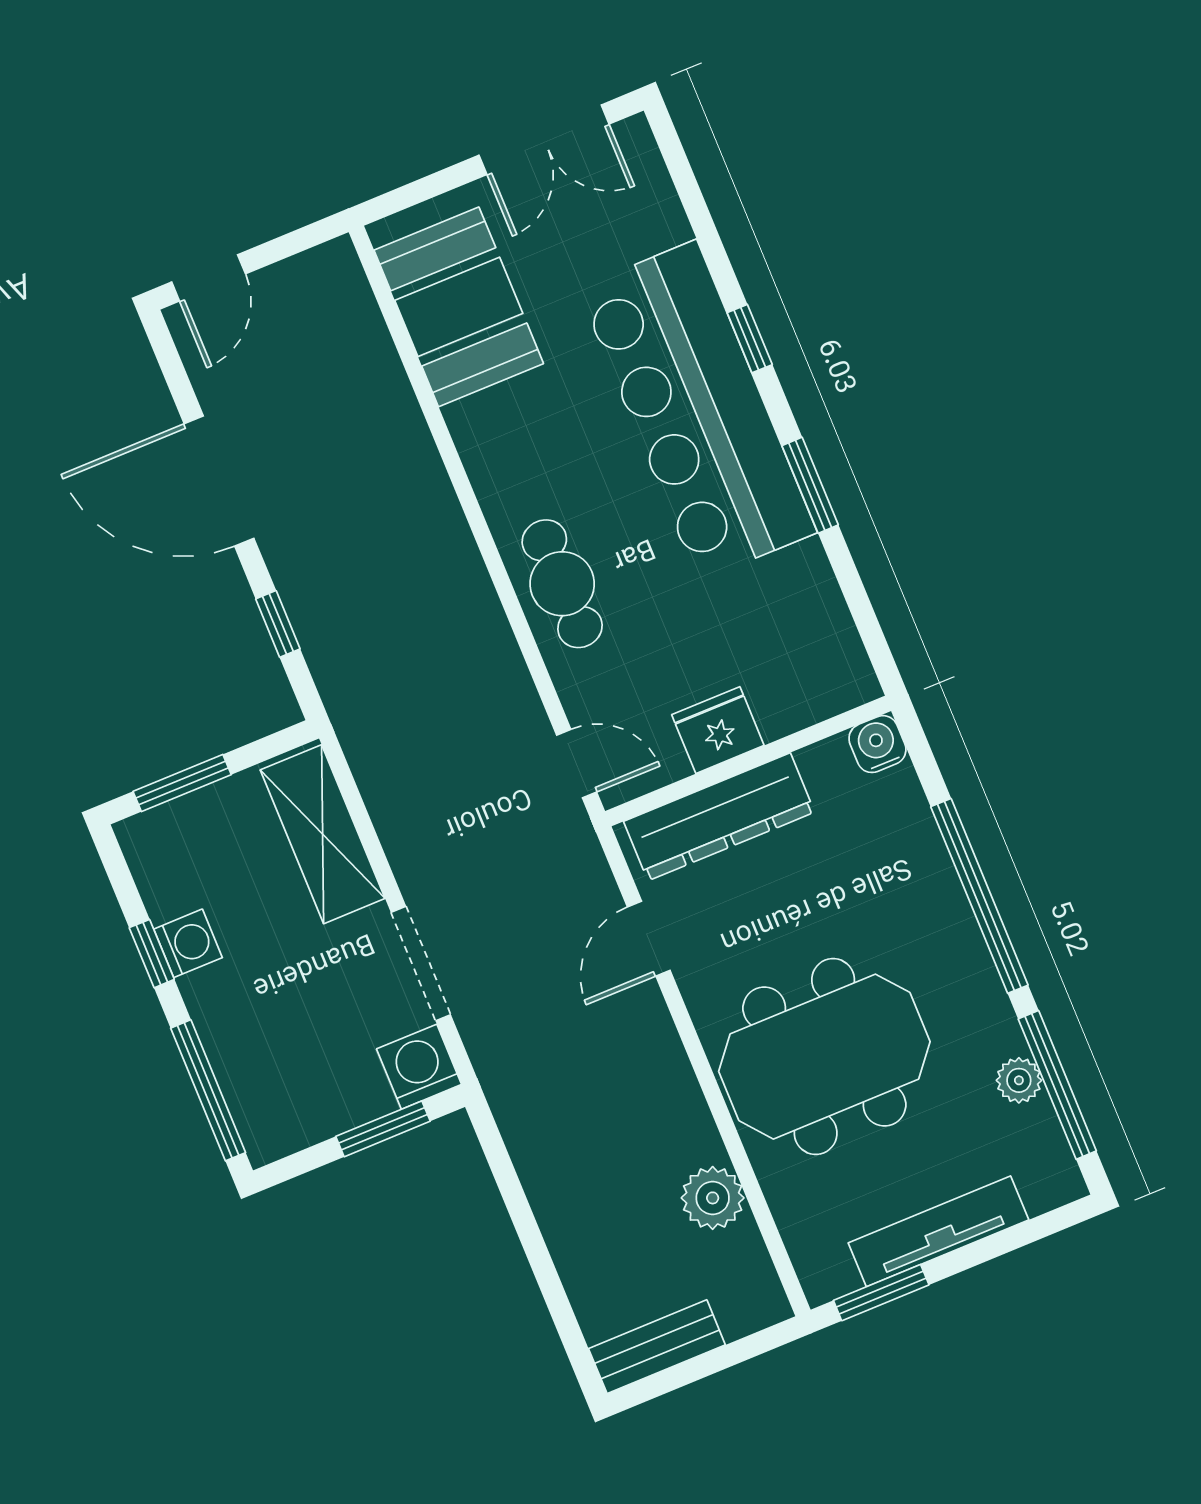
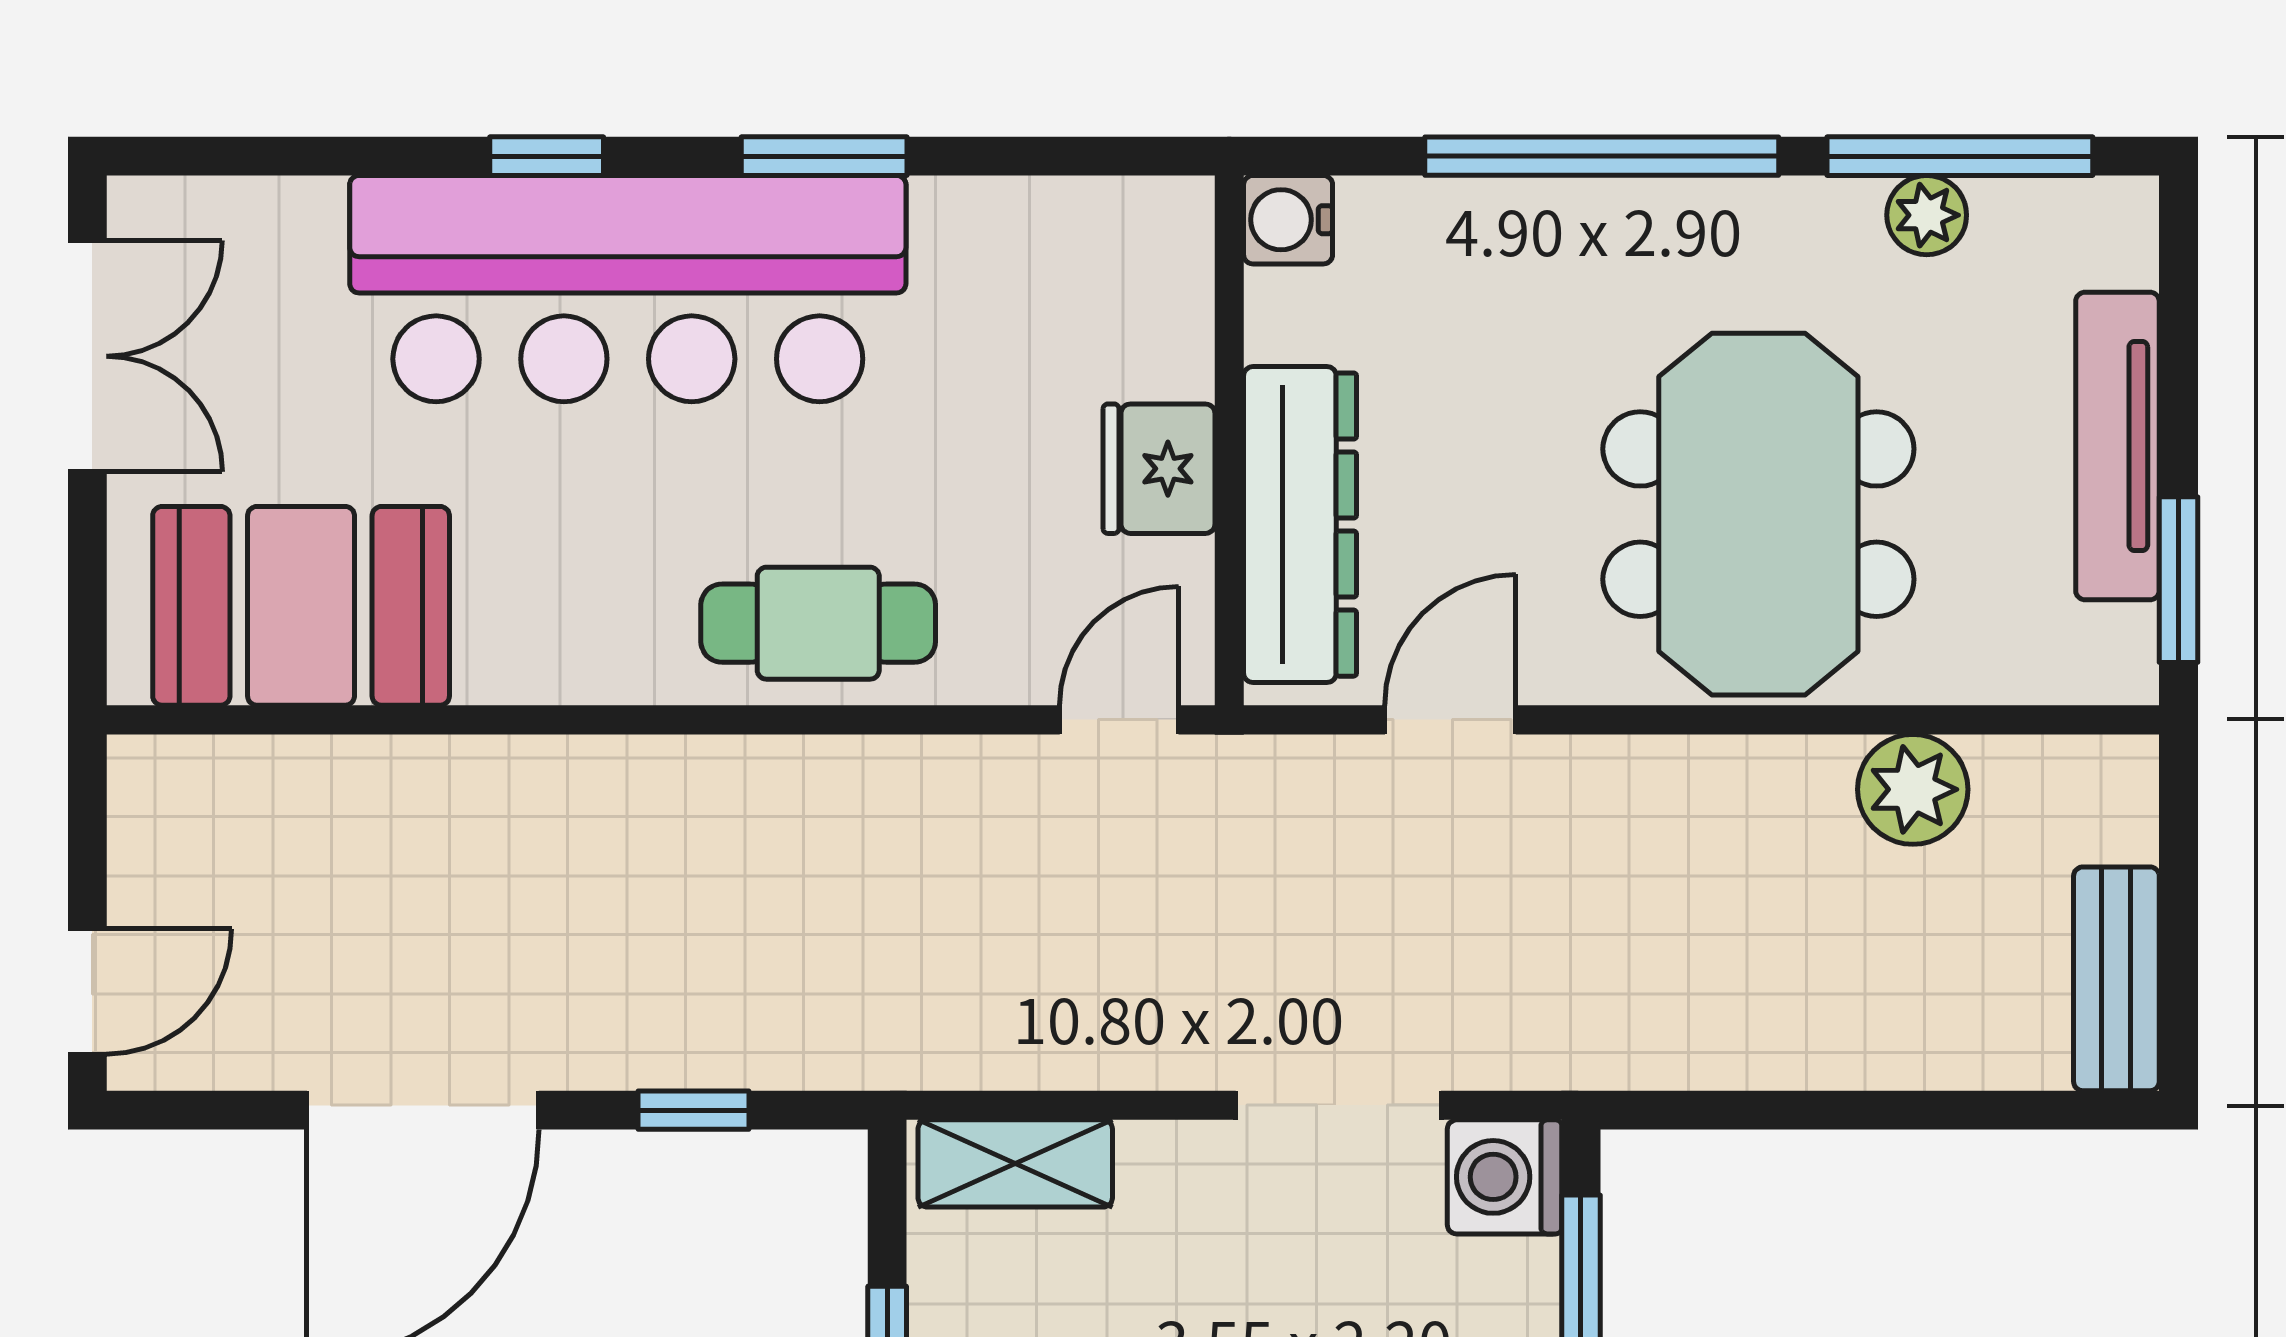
door: (209, 278) -> (87, 991), hinge flipped
shelving: (323, 834) -> (1015, 1163), width x0.67, depth x0.75
door: (649, 939) -> (1450, 720), swing flipped

